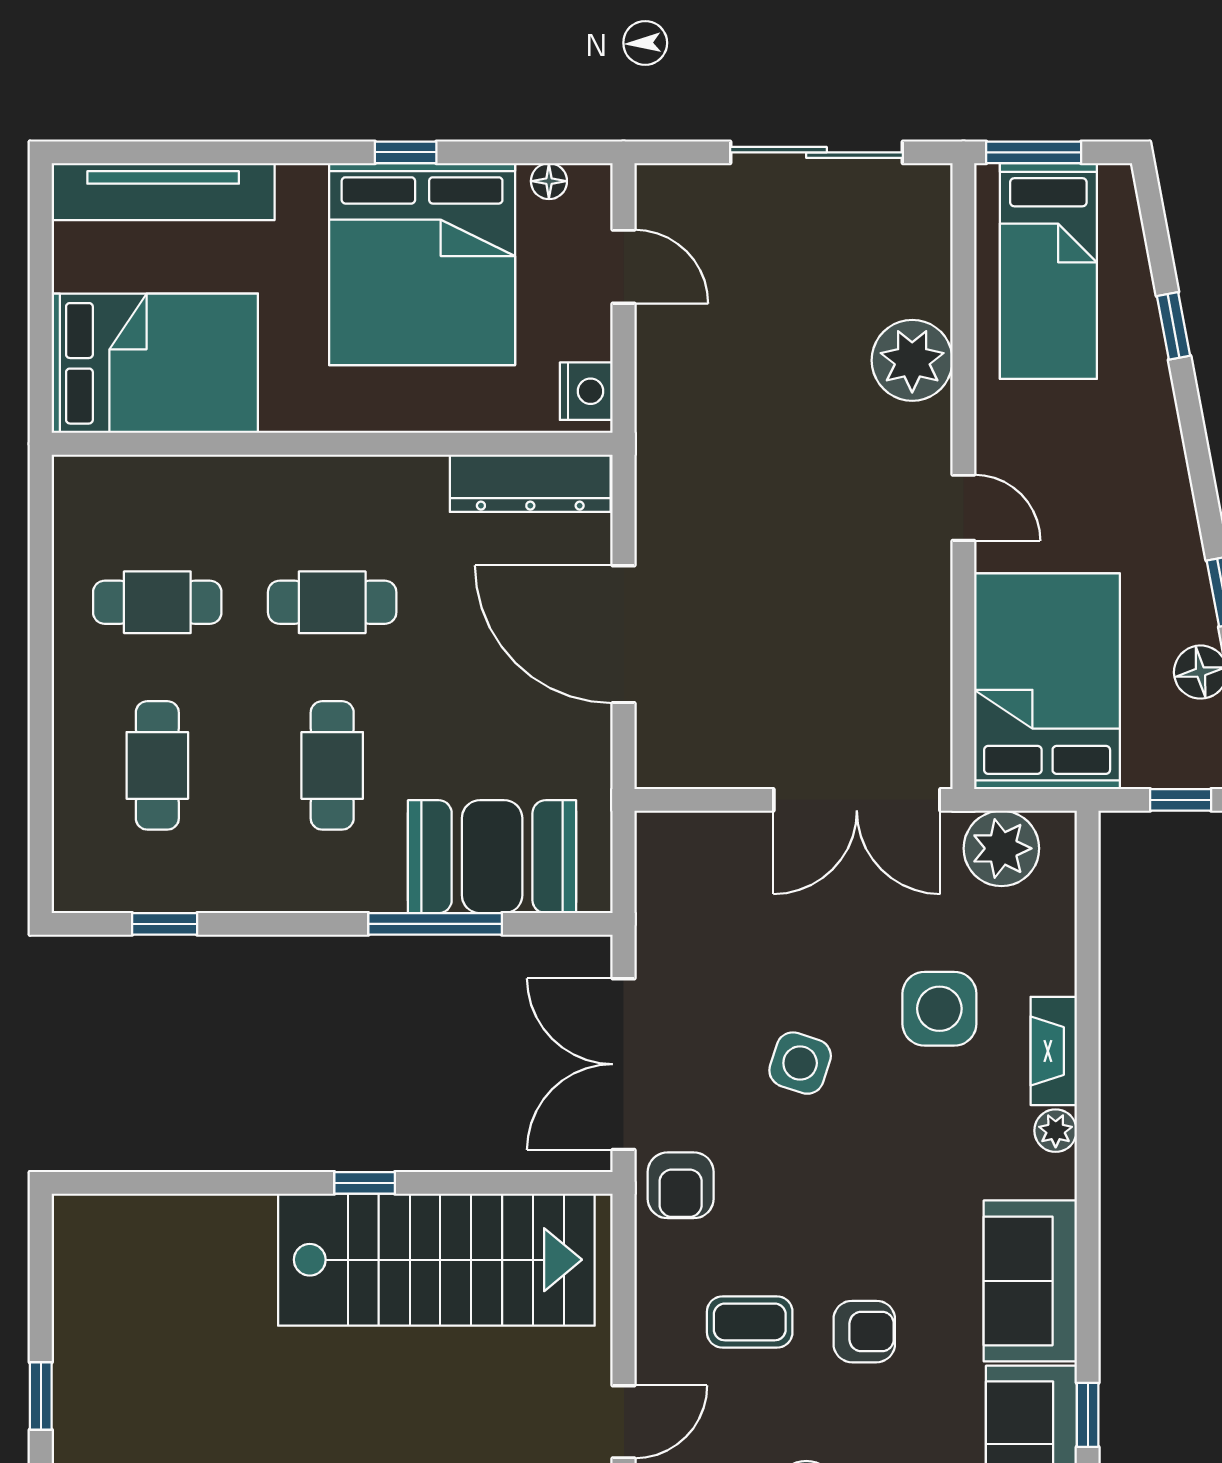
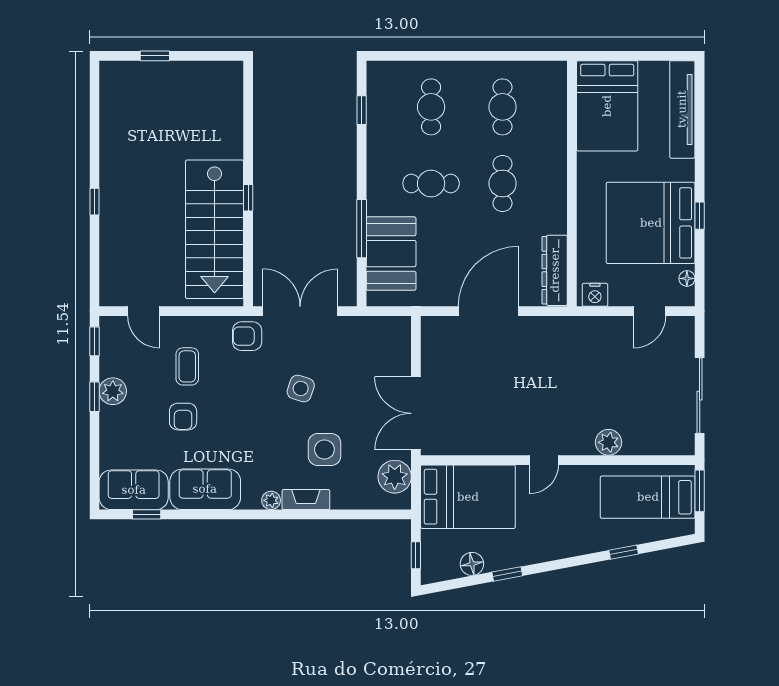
plant: (912, 360) -> (609, 442), width x0.73, depth x0.73
cafe table: (157, 765) -> (431, 107), turned 90

